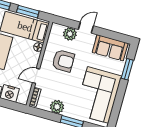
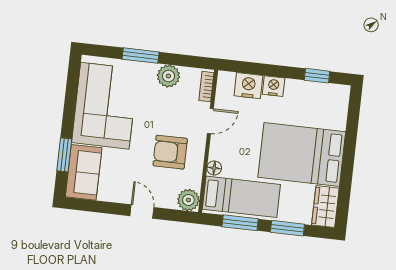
door: (86, 28) -> (142, 212), swing flipped
plant: (70, 34) -> (188, 200), moved
sofa: (110, 48) -> (84, 172), moved, turned 90

